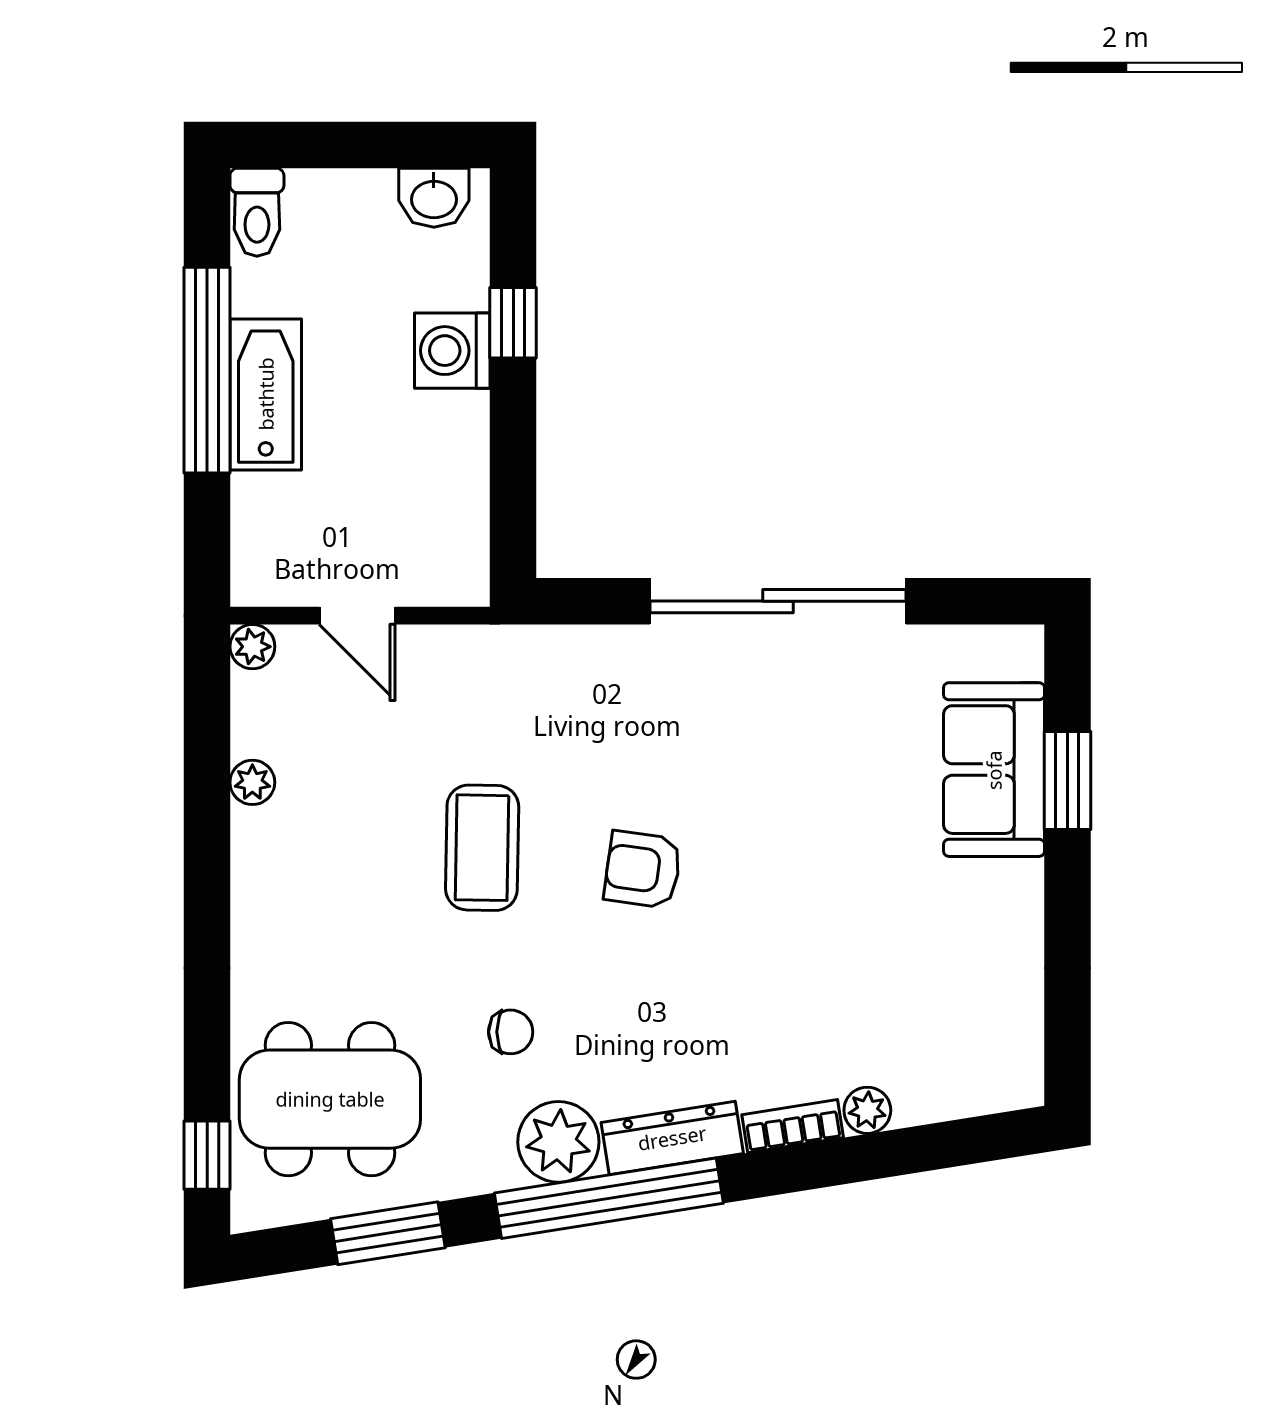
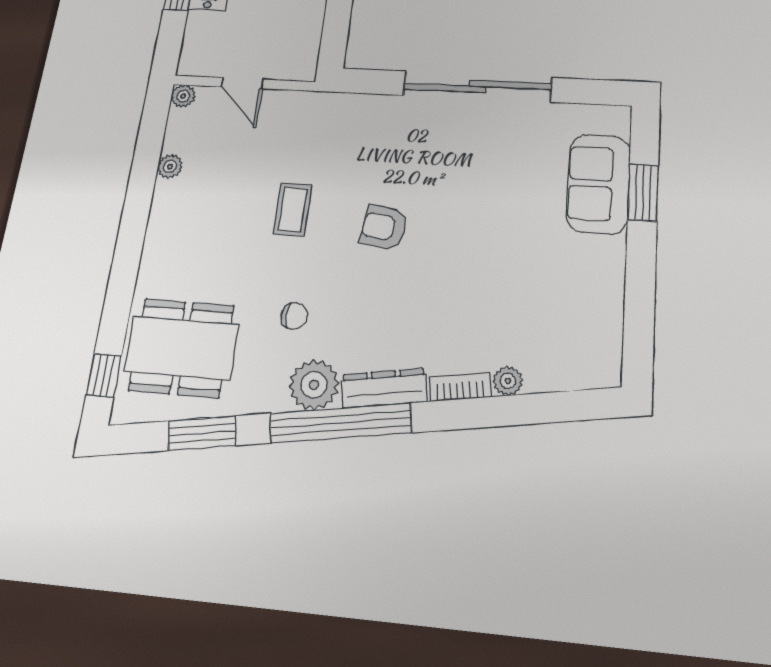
coffee table: (482, 848) -> (293, 209), width x0.73, depth x0.77

